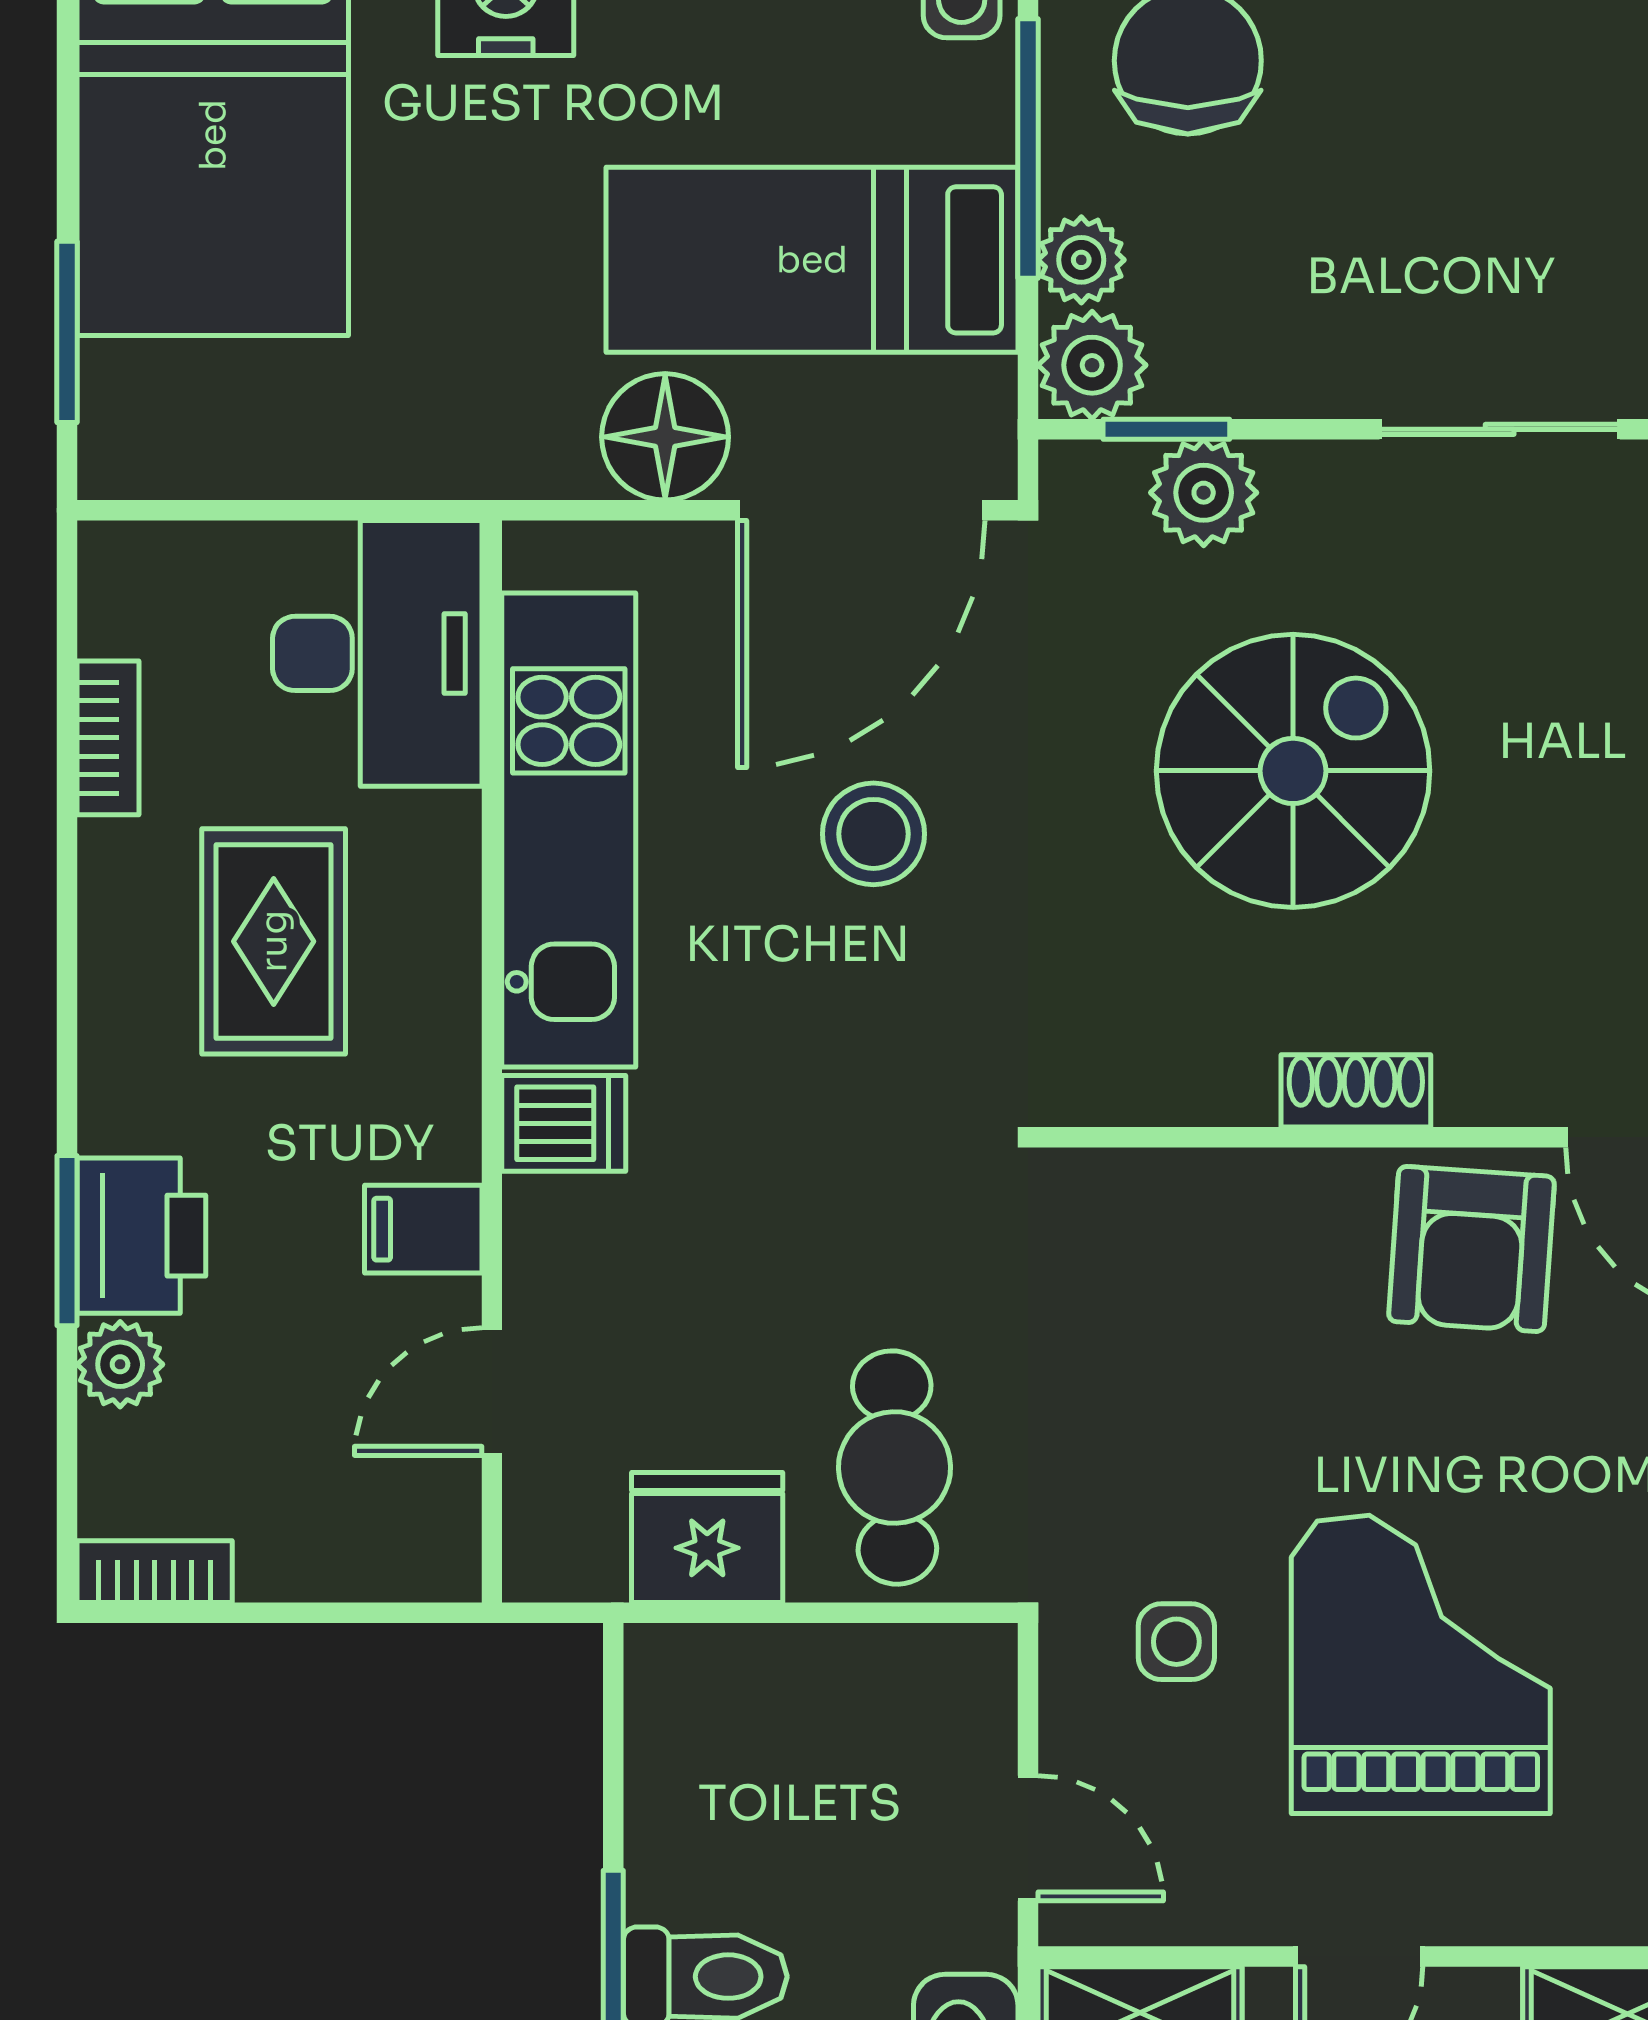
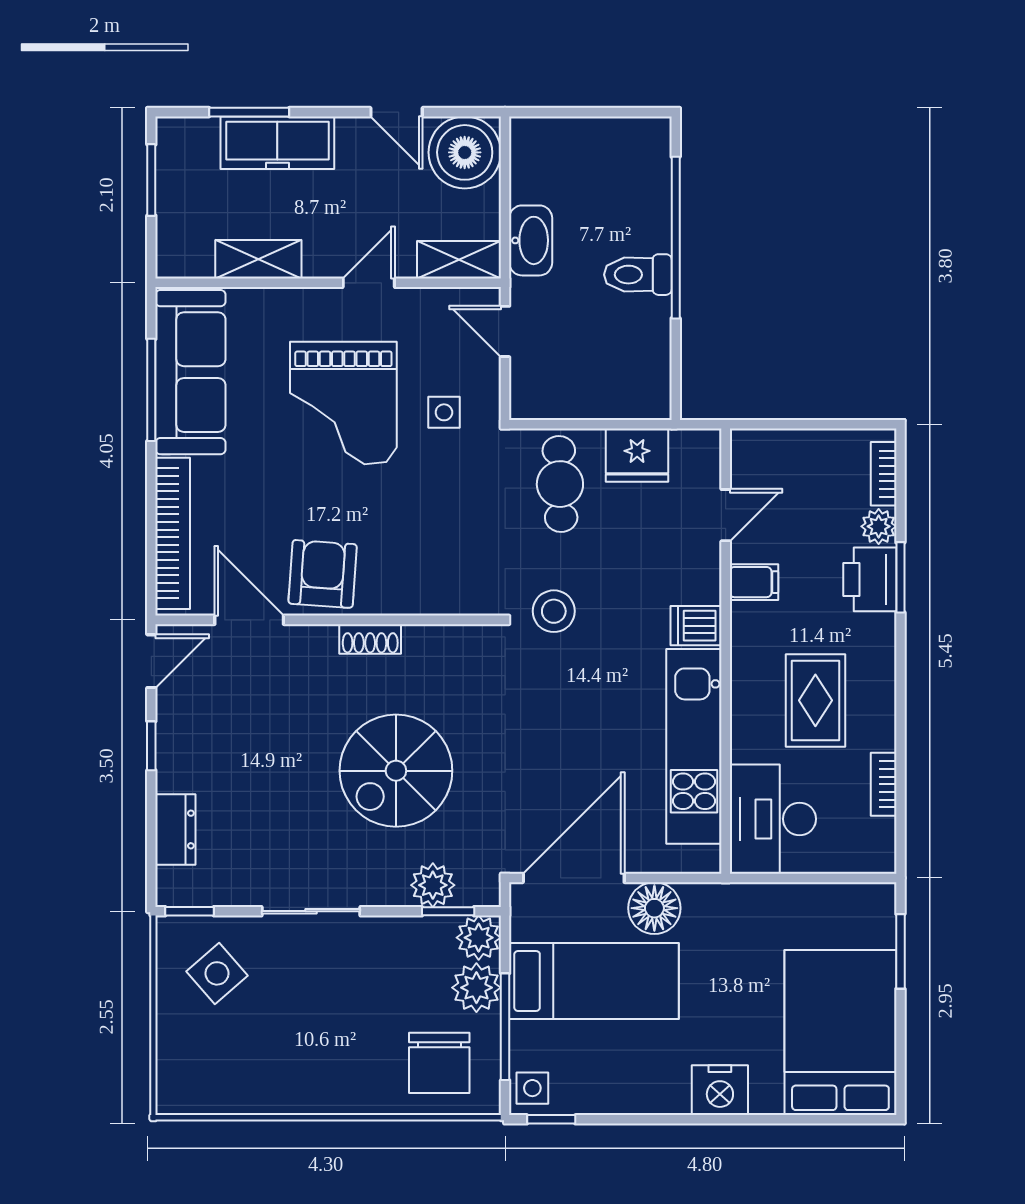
plant: (1081, 260) -> (476, 988), width x1.38, depth x1.38
stool: (873, 834) -> (554, 611), moved
bookcase: (155, 1572) -> (884, 474), moved, turned 90

